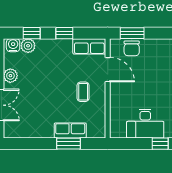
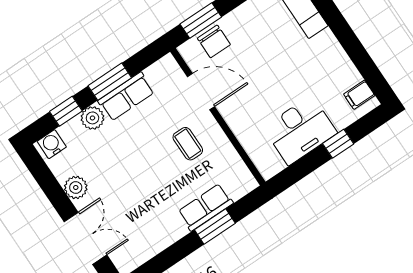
window: (64, 33) -> (110, 82), width x1.50
plant: (28, 46) -> (92, 118), moved
row of seats: (89, 46) -> (126, 97), moved

